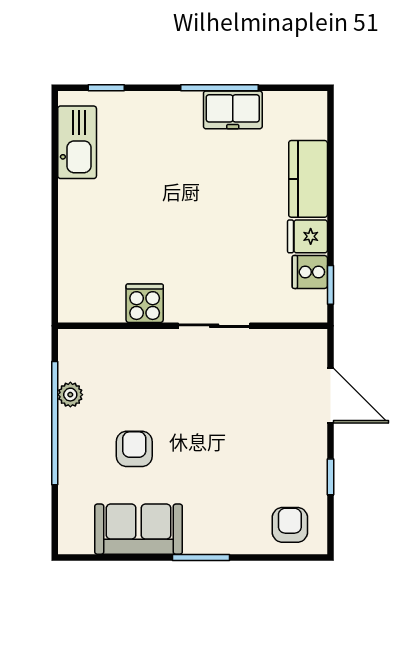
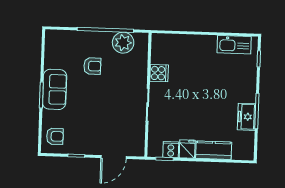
plant: (70, 395) -> (123, 43), width x1.88, depth x1.88
sofa: (139, 529) -> (55, 89), moved

